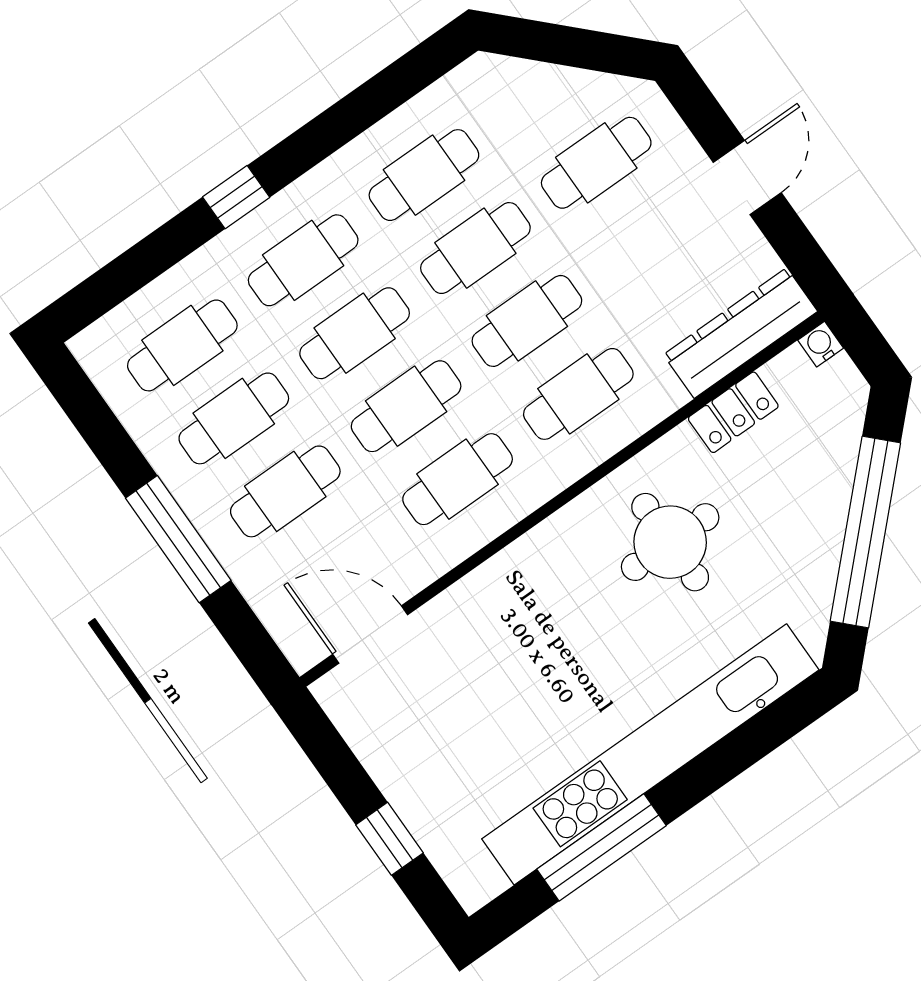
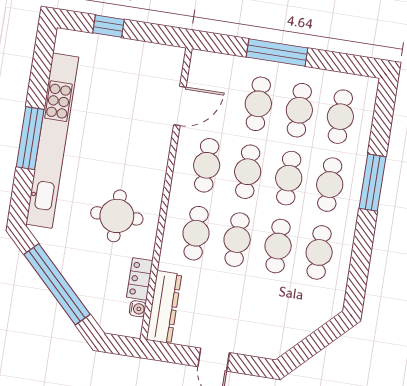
cafe table: (596, 163) -> (267, 314), removed
window: (236, 197) -> (372, 183), width x2.17
water cooler: (821, 344) -> (138, 309), moved
door: (370, 634) -> (180, 106), moved
window: (602, 847) -> (30, 138), moved

